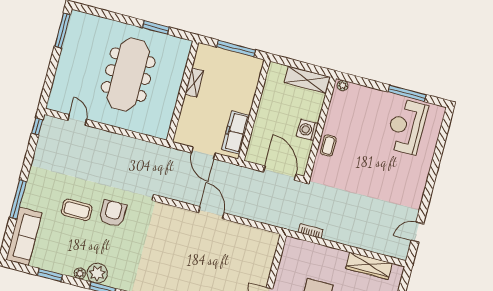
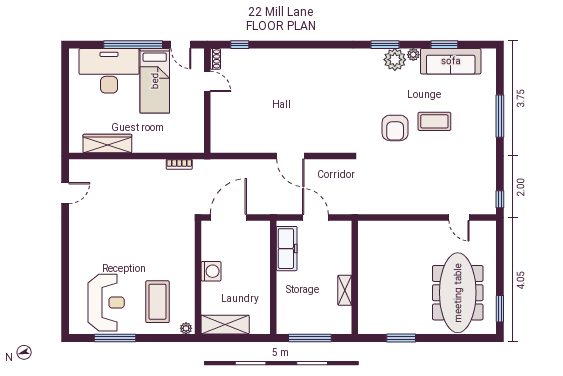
window: (62, 30) -> (500, 309), width x0.69
meeting table: (128, 75) -> (458, 293), moved
coffee table: (328, 146) -> (157, 302), moved, width x1.86, depth x1.72
door: (280, 173) -> (228, 217), swing flipped
sofa: (24, 236) -> (451, 61), moved, turned -90

